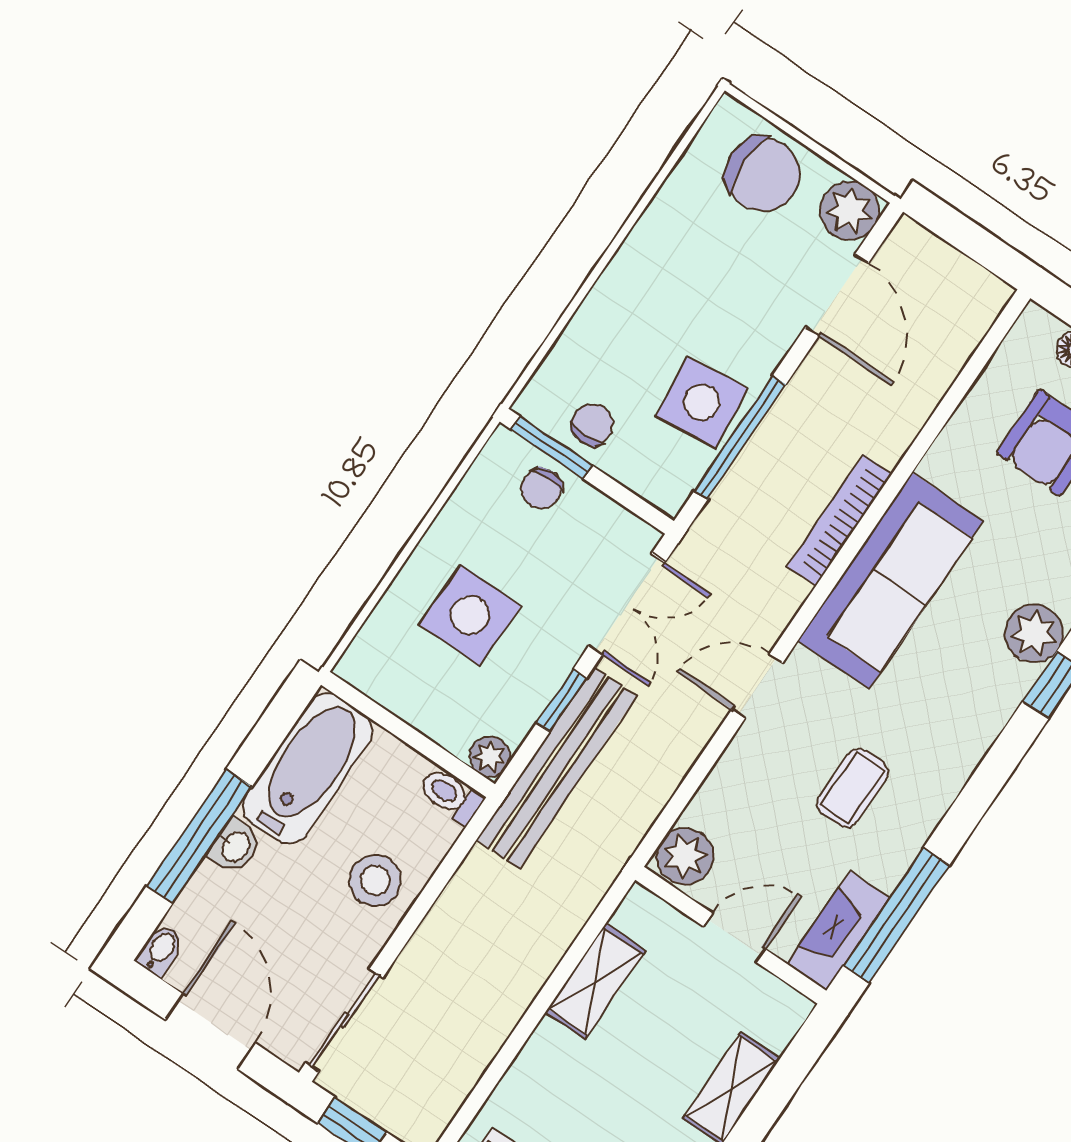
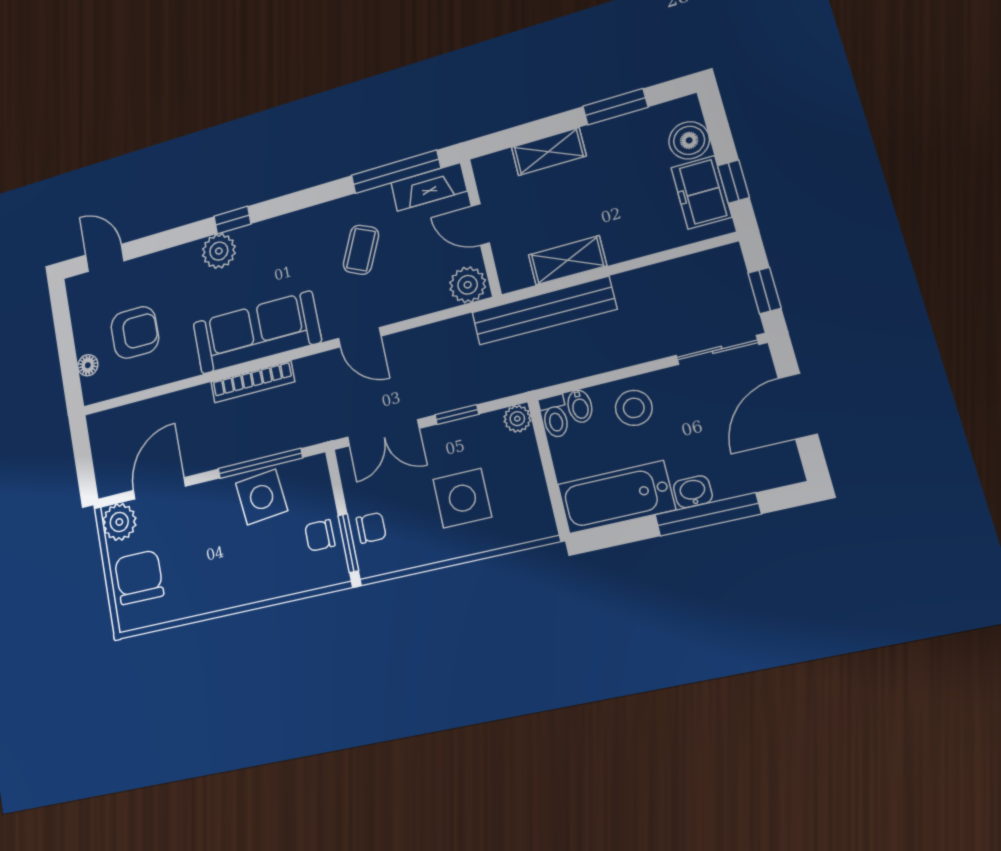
double door: (627, 604) -> (383, 433), swing flipped
bench: (556, 768) -> (544, 311), moved
coffee table: (852, 788) -> (361, 250), turned -65
bidet: (160, 950) -> (580, 406), moved, turned -90

